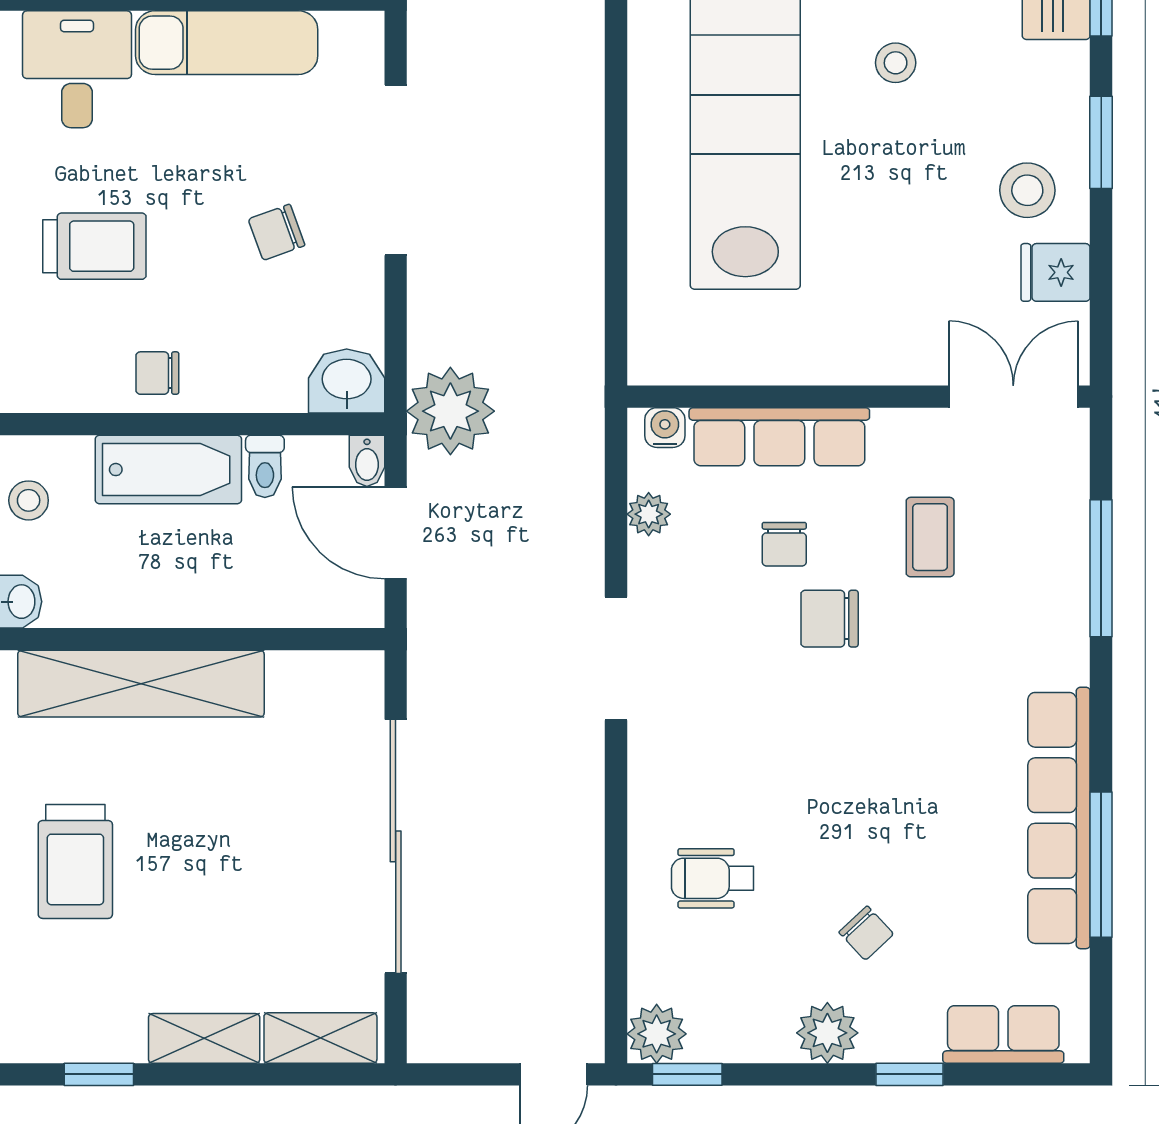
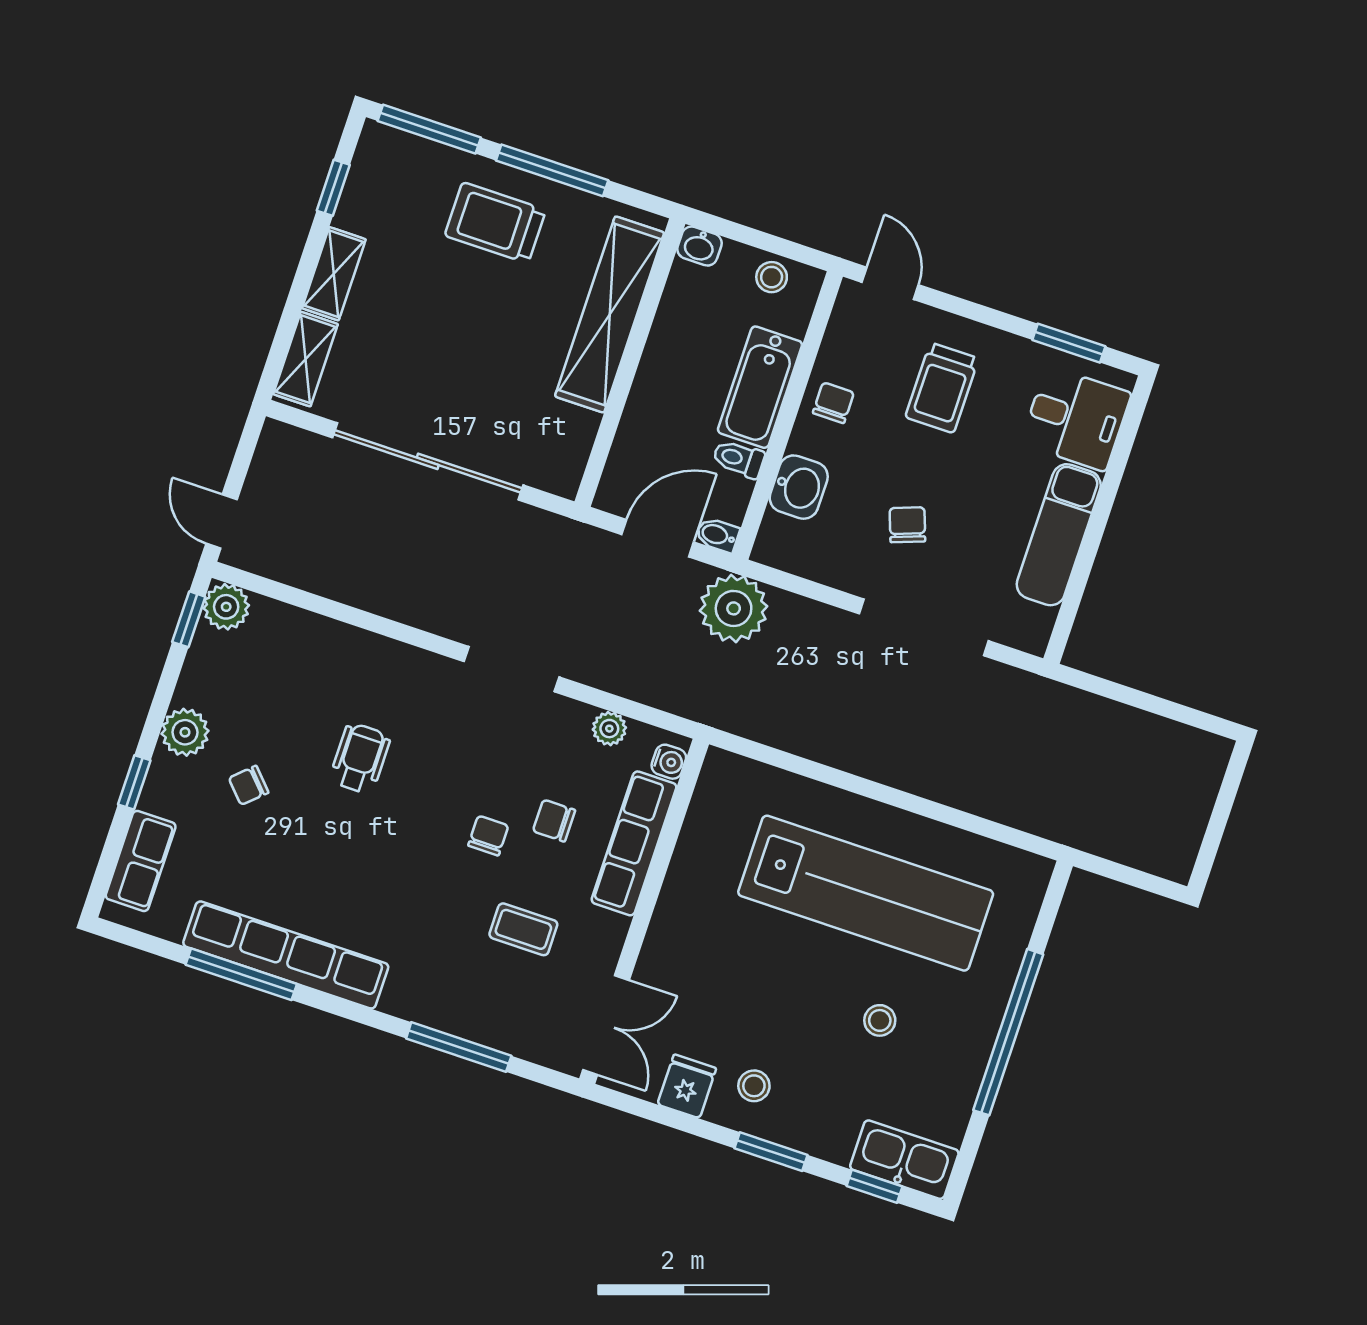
stool: (1027, 190) -> (754, 1086), width x0.73, depth x0.73
washbasin: (347, 381) -> (799, 487), moved
chair: (830, 619) -> (488, 836), width x0.73, depth x0.73
wheelchair: (713, 878) -> (360, 758), moved

